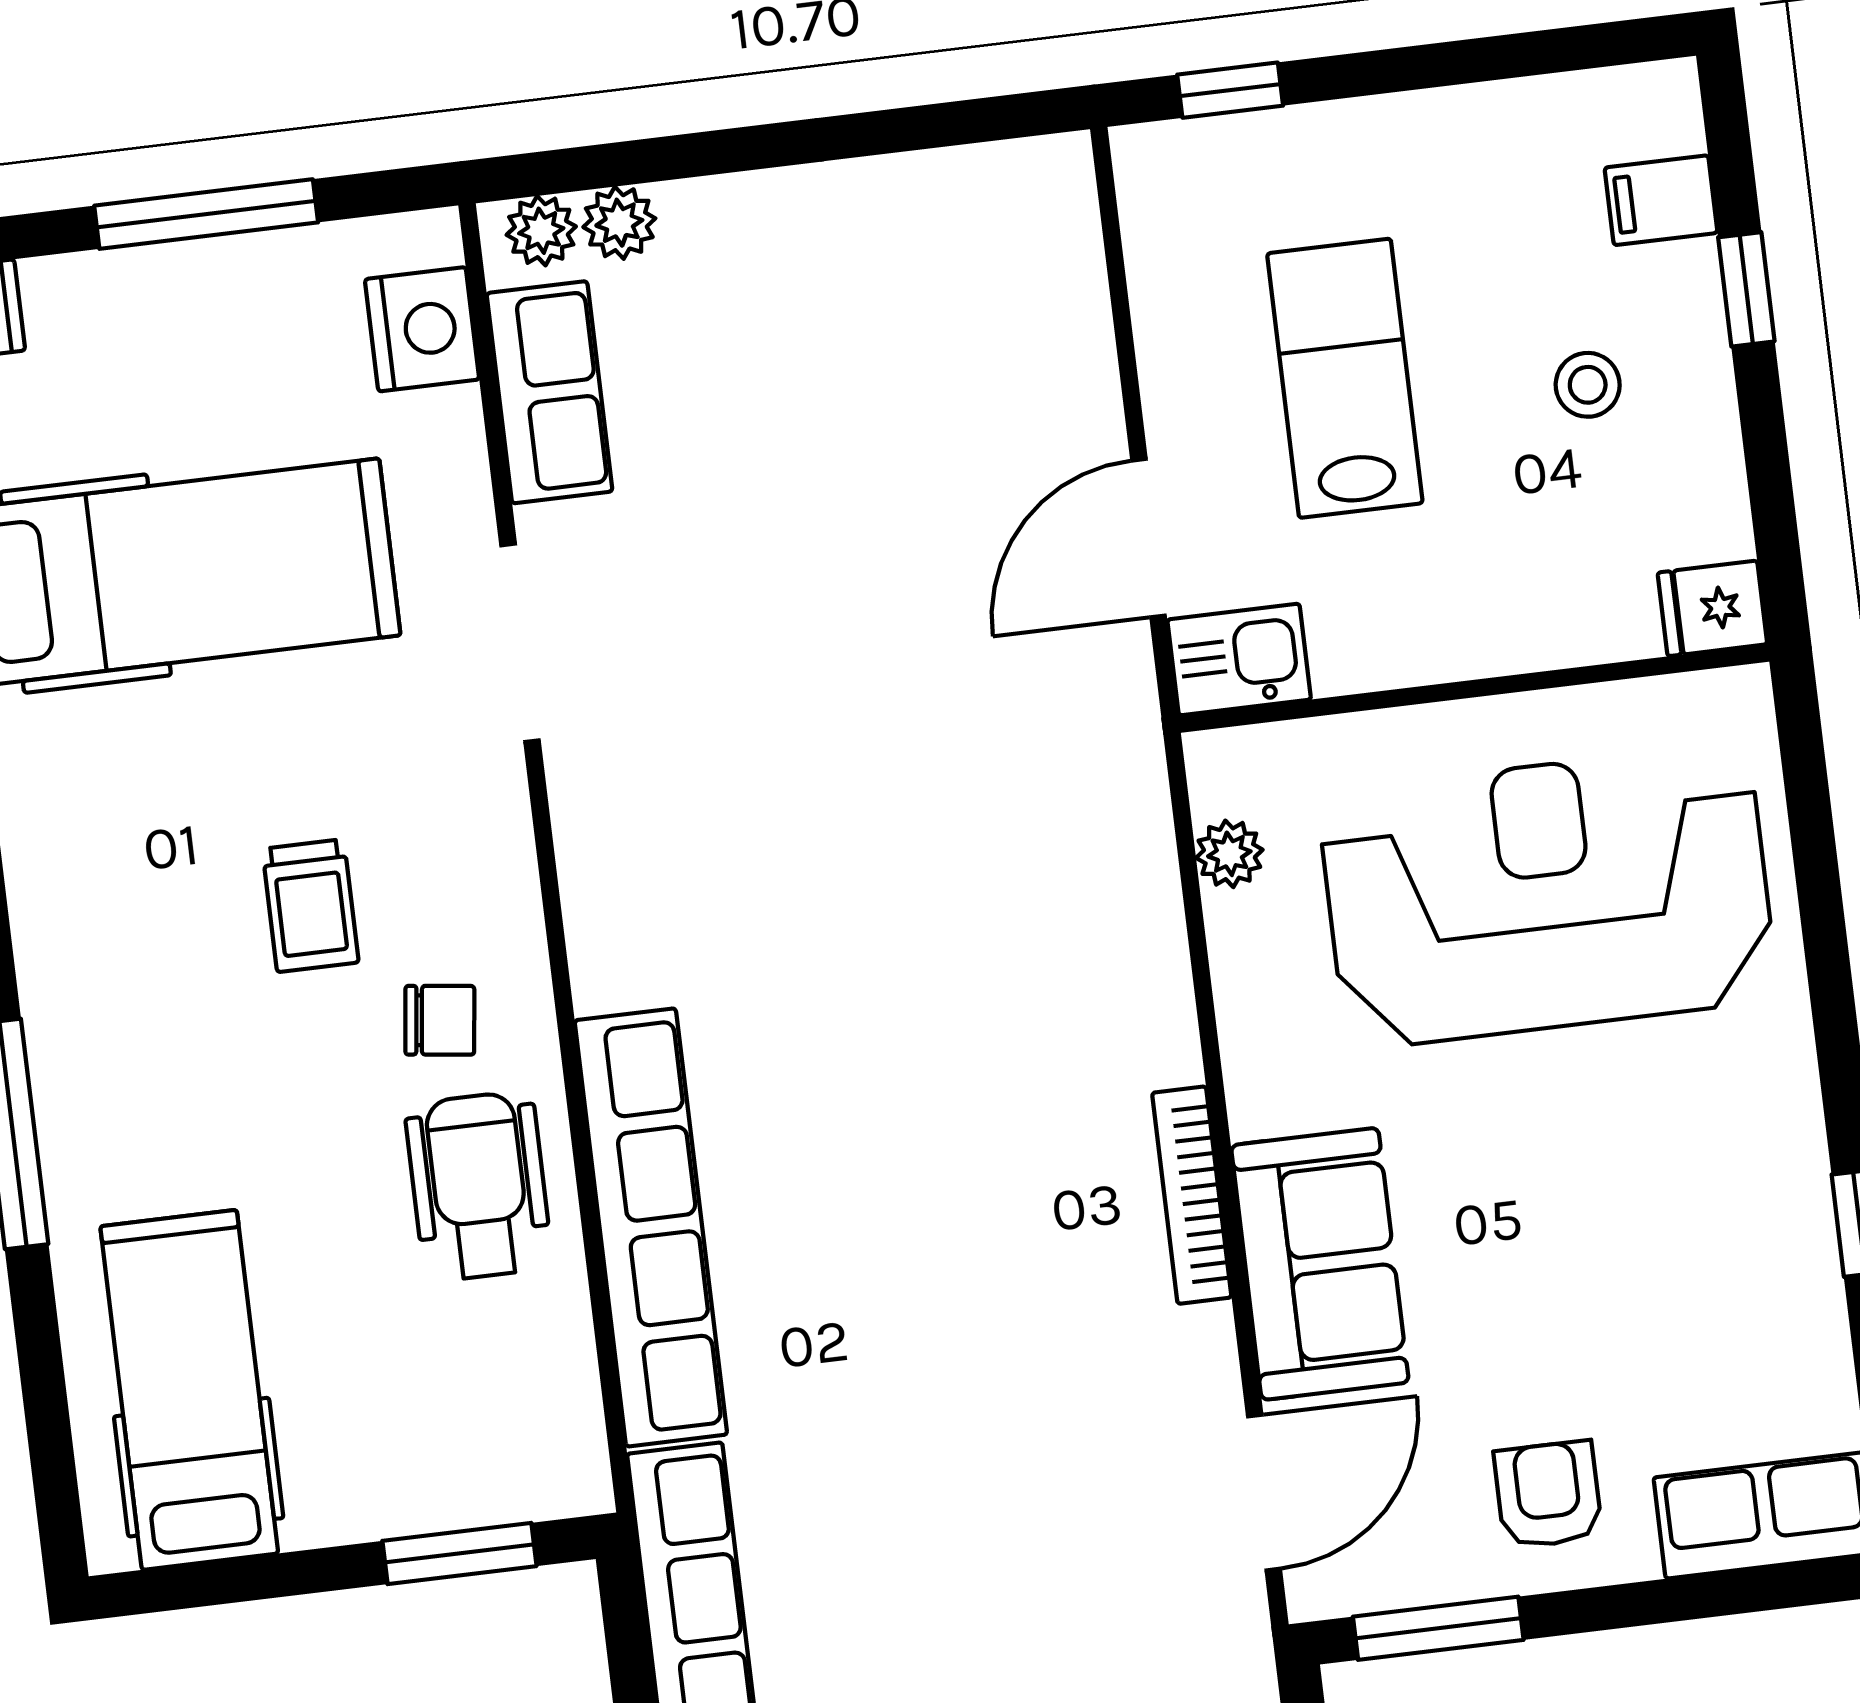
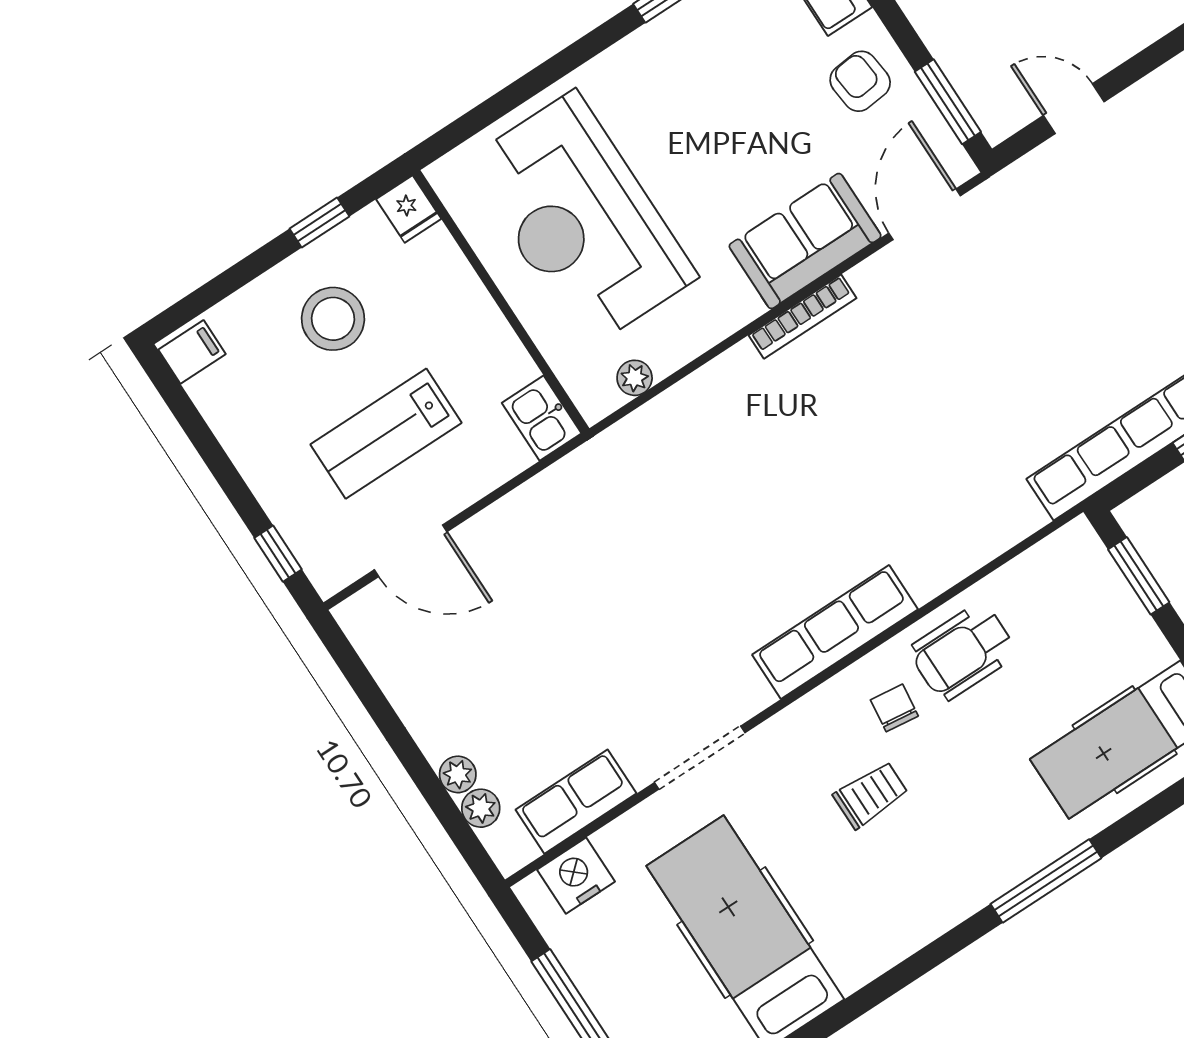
filing cabinet: (1661, 200) -> (192, 352), moved, turned -90
plant: (541, 231) -> (458, 774), moved
window: (1746, 289) -> (319, 223), moved
stool: (1588, 385) -> (333, 319), width x1.89, depth x1.89
door: (1148, 538) -> (411, 551), moved
row of seats: (651, 1227) -> (835, 632), moved, width x0.73
door: (1264, 1493) -> (925, 214), hinge flipped
armchair: (1548, 1495) -> (860, 81), turned 84

